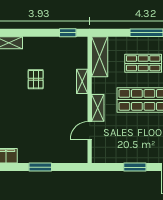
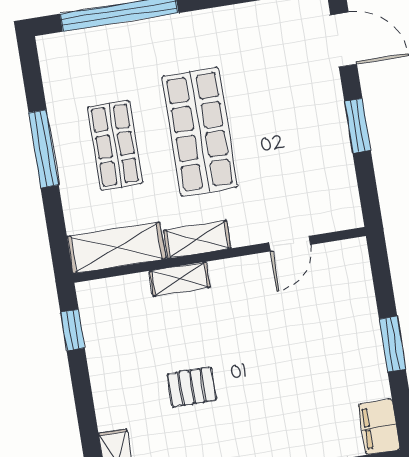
shelving: (98, 108) -> (197, 239), moved
door: (90, 130) -> (290, 244), hinge flipped

